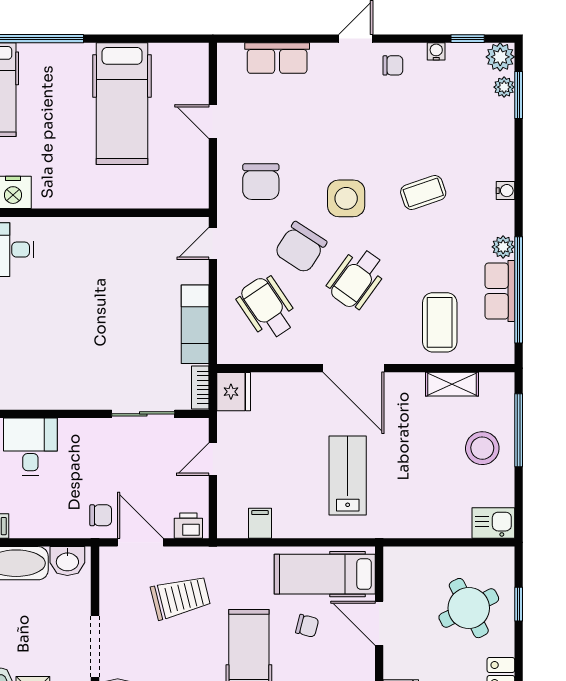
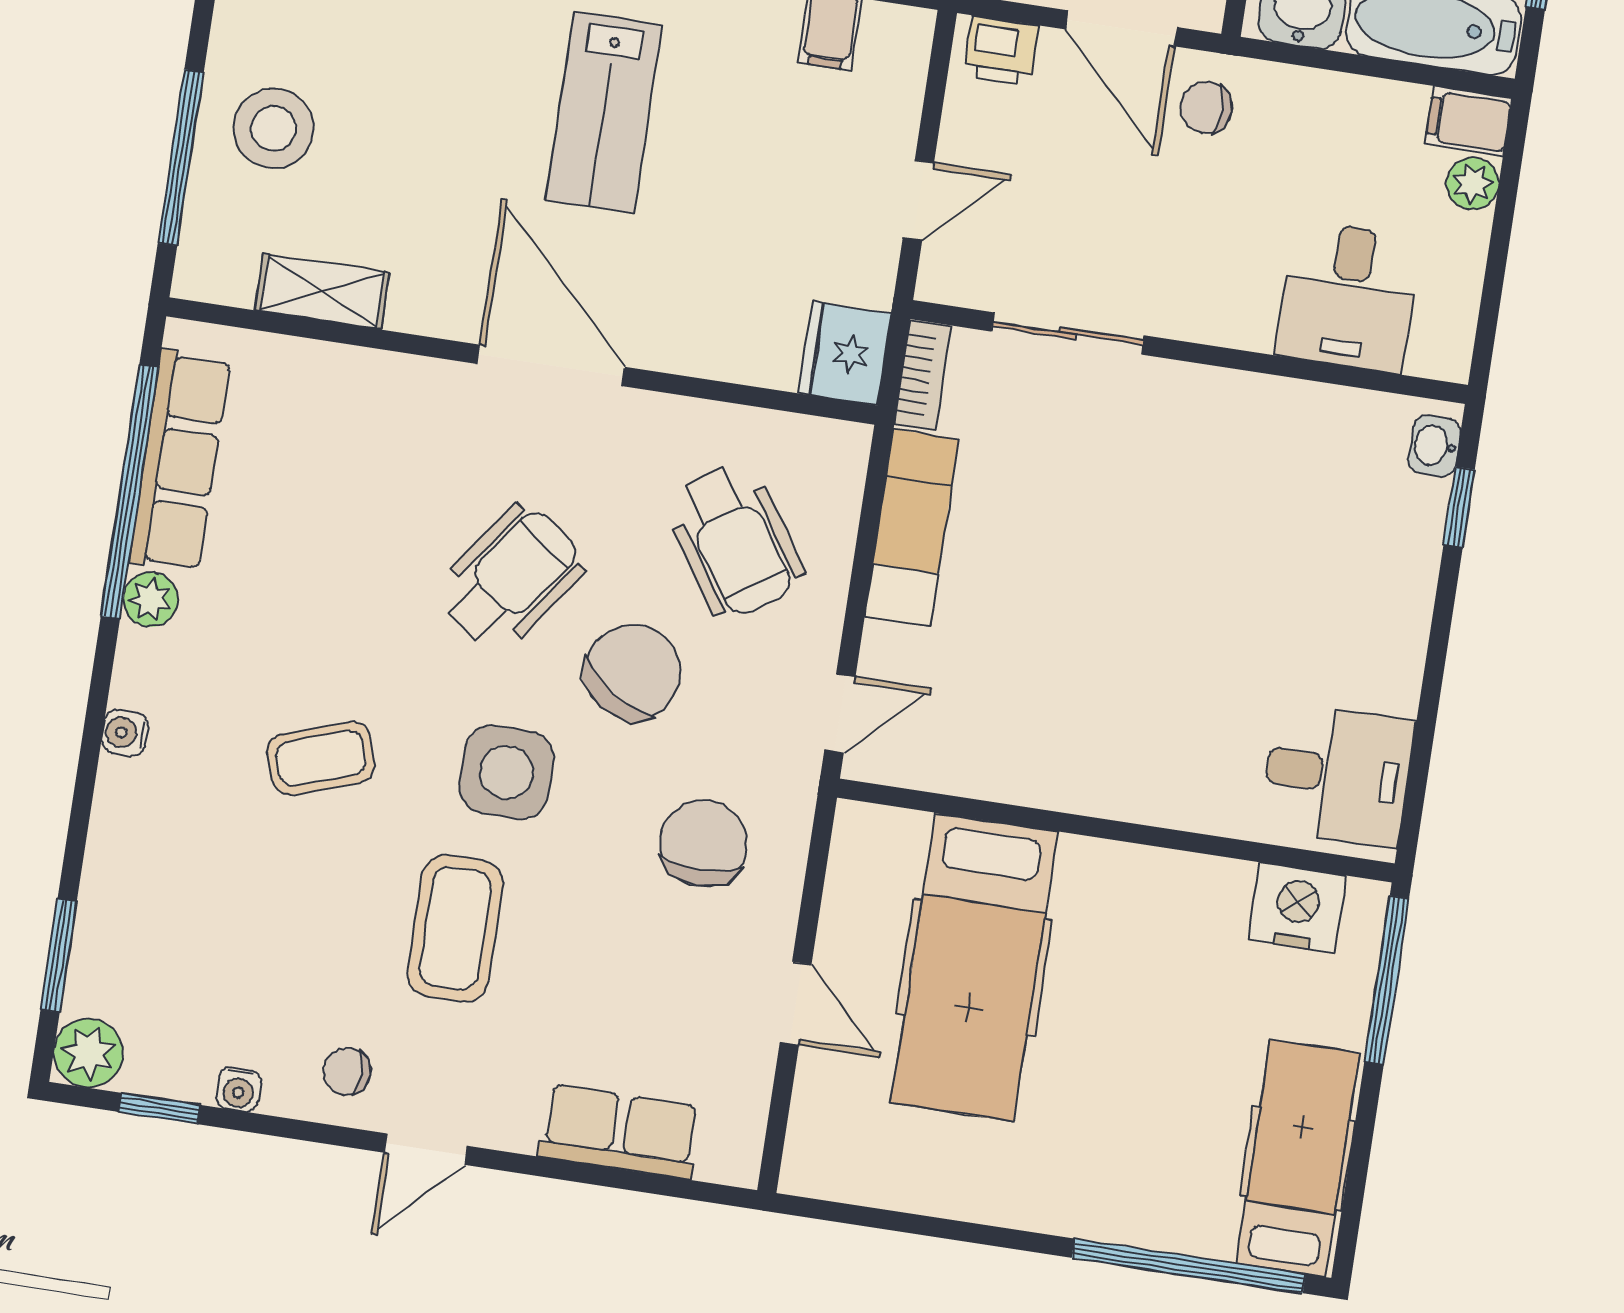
plant: (504, 87) -> (90, 980), removed
hospital bed: (122, 104) -> (974, 967), moved, turned 180
row of seats: (500, 291) -> (180, 461), width x1.48
coffee table: (440, 322) -> (455, 928), moved

